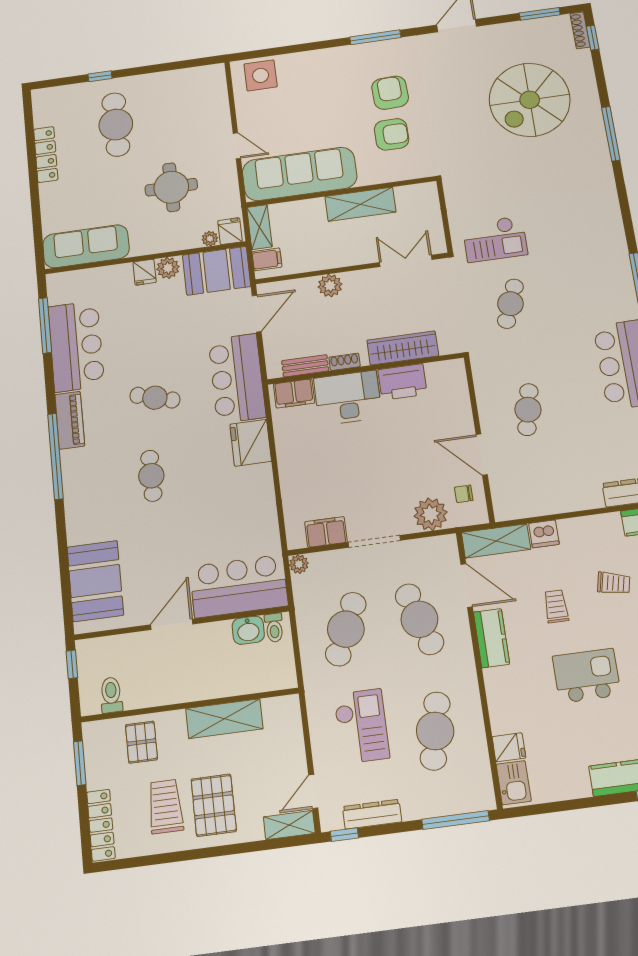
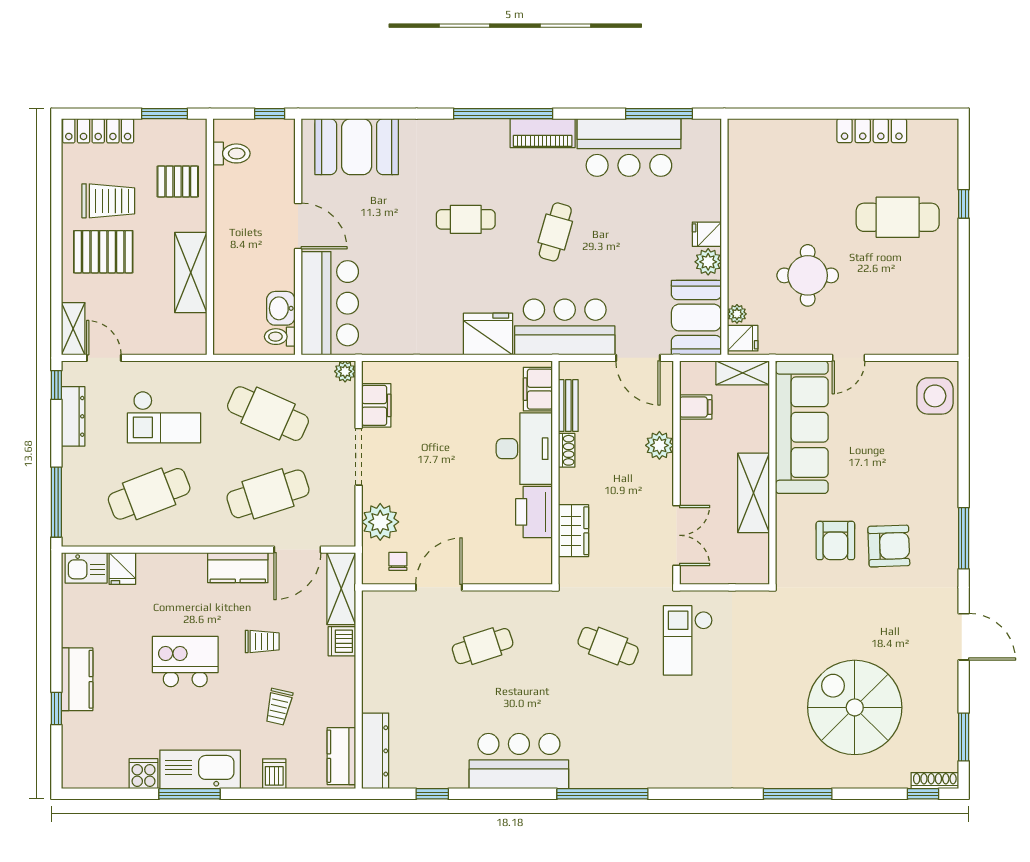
sofa: (86, 246) -> (749, 169), removed
filing cabinet: (267, 259) -> (696, 407), moved, turned -90
wardrobe: (403, 348) -> (574, 531), width x0.67
cafe table: (528, 410) -> (483, 646), turned -30
kitchen island: (587, 676) -> (185, 662), turned -90
cafe table: (435, 731) -> (149, 494), turned -33

